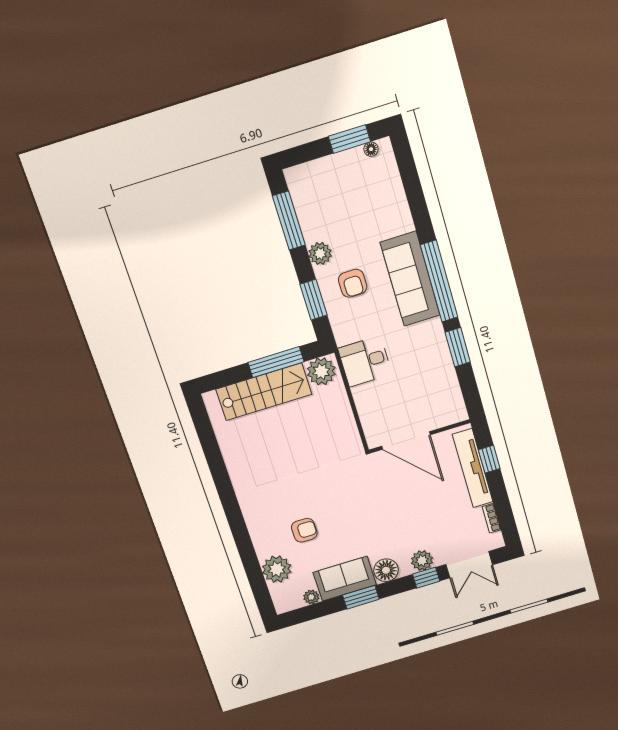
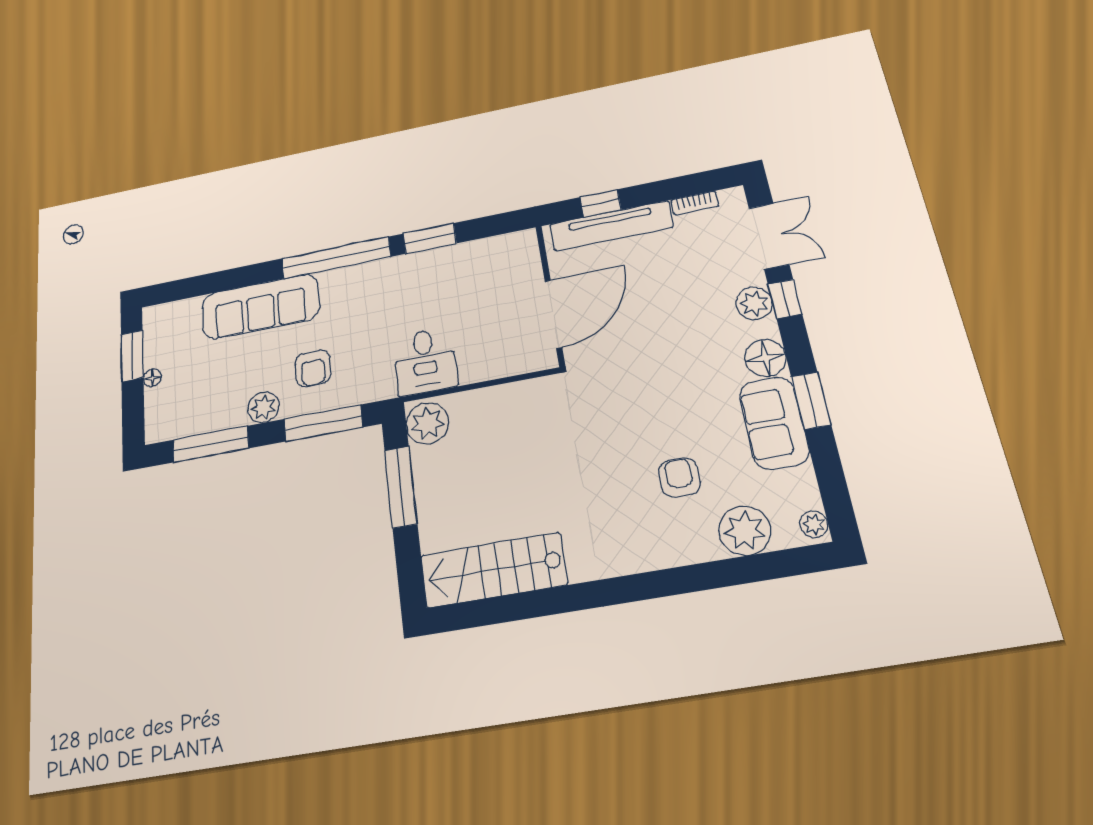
floor lamp: (371, 149) -> (152, 378), moved
sofa: (410, 279) -> (260, 307), moved
armchair: (353, 283) -> (313, 368), turned 90
window: (314, 300) -> (323, 423), width x1.44
stairs: (264, 392) -> (493, 570), moved, turned -90
plant: (311, 597) -> (814, 524), moved

